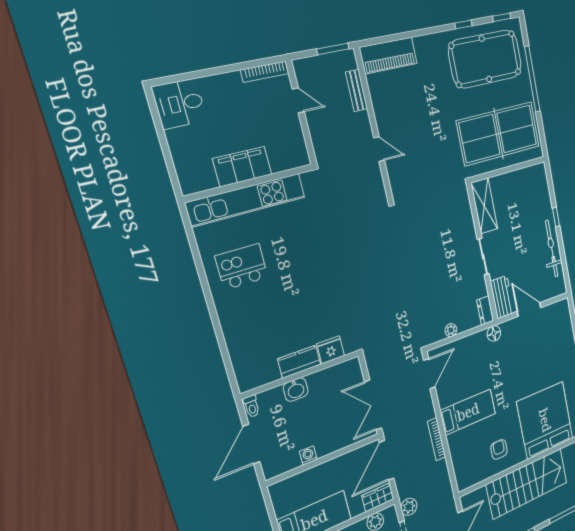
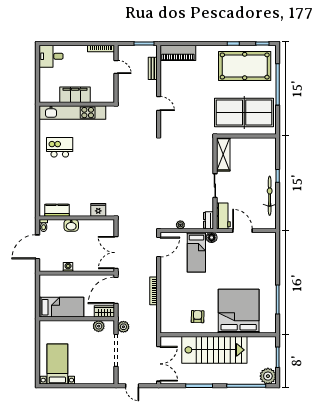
kitchen counter: (299, 362) -> (57, 210), moved
bed: (468, 412) -> (196, 252), moved, turned 90

